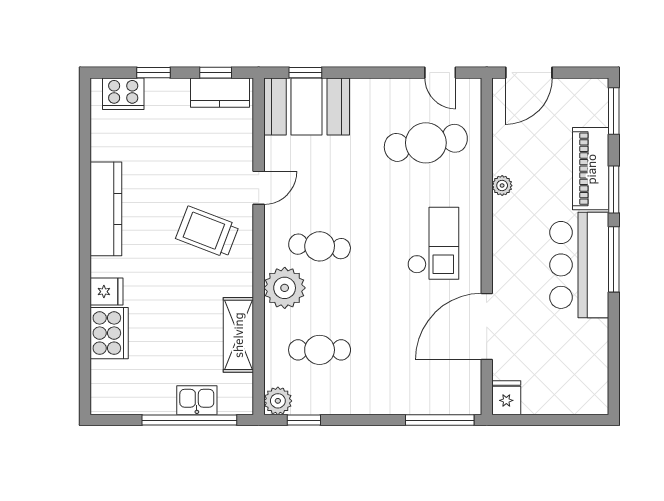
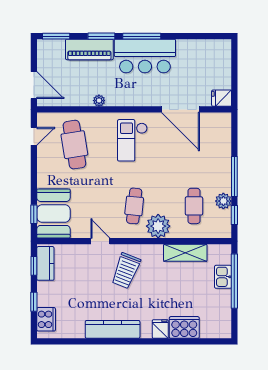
checkout: (433, 243) -> (132, 140), turned -90
plant: (278, 401) -> (223, 201), moved
window: (440, 420) -> (234, 176), moved

